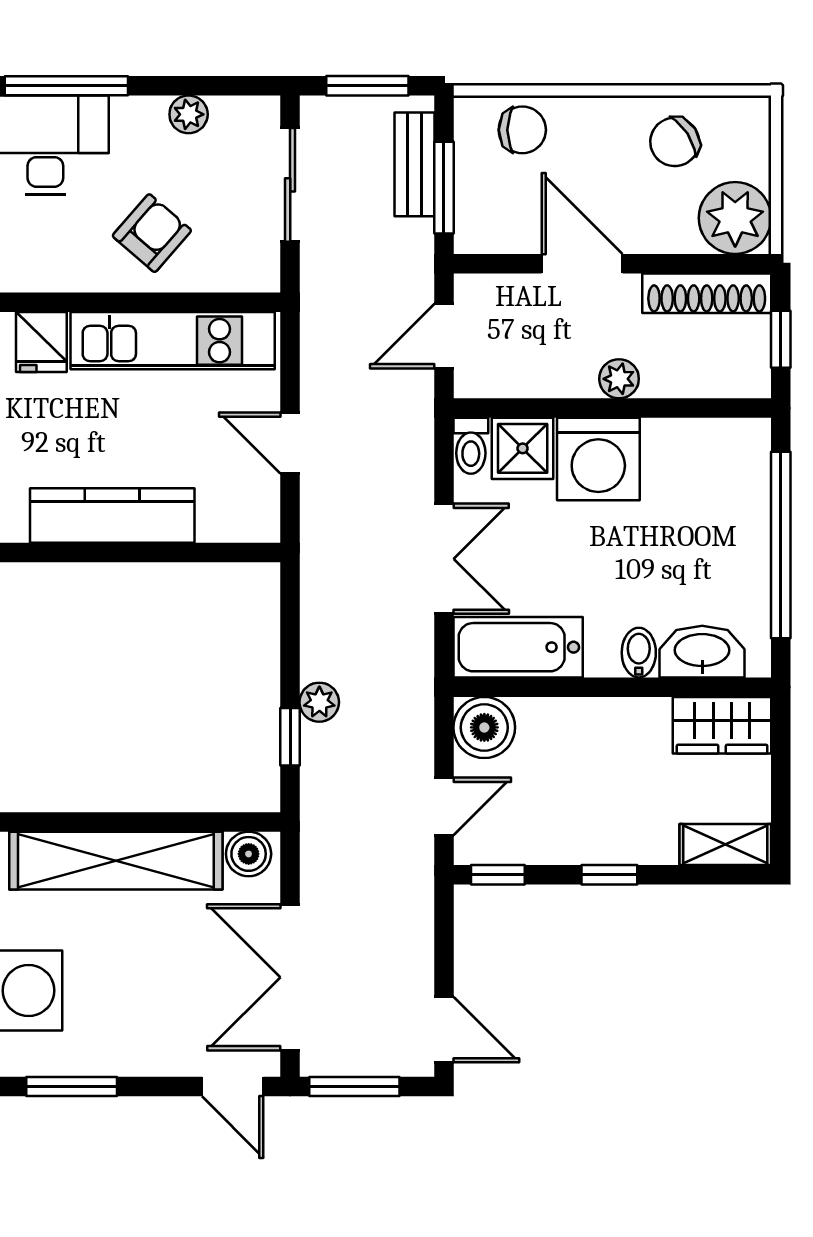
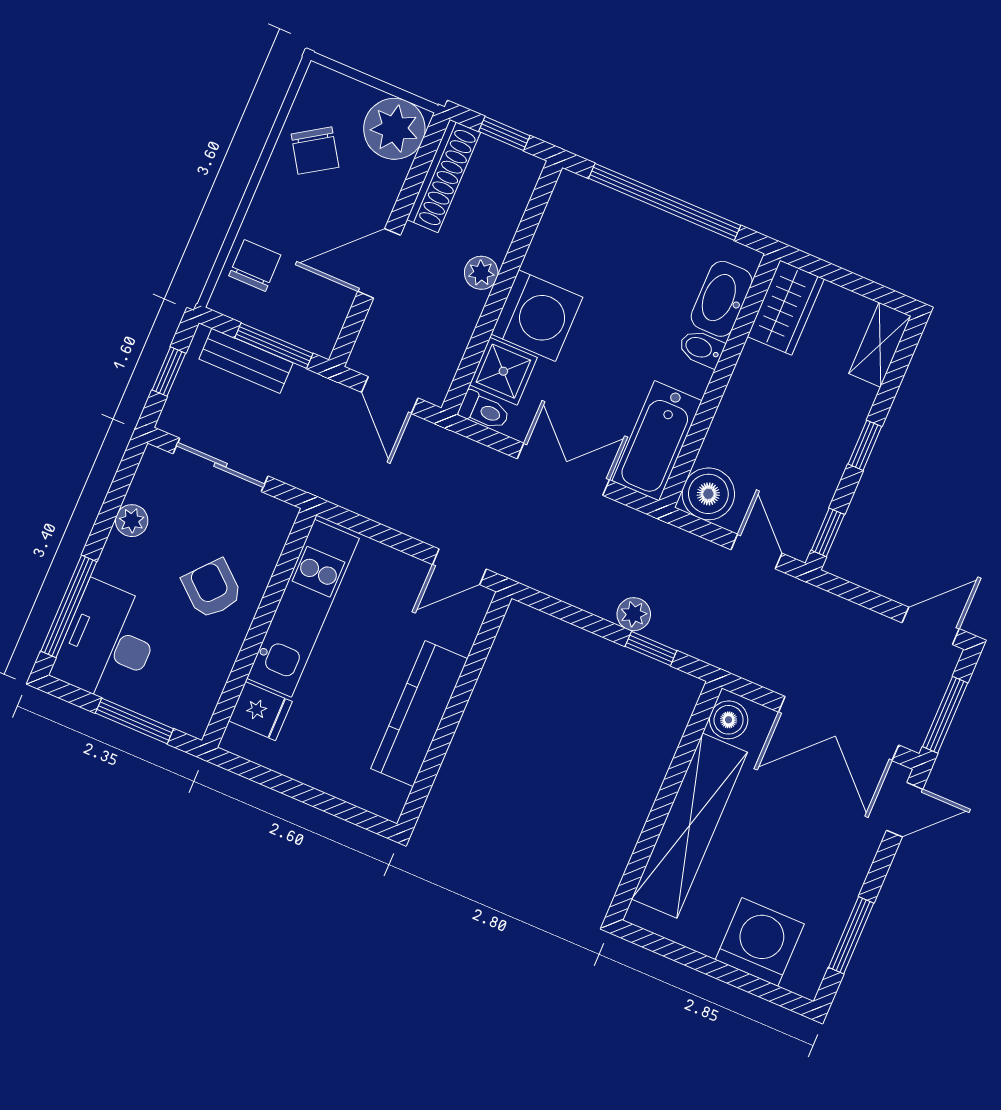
window: (367, 86) -> (169, 372), width x0.67
door: (290, 443) -> (459, 567), moved

